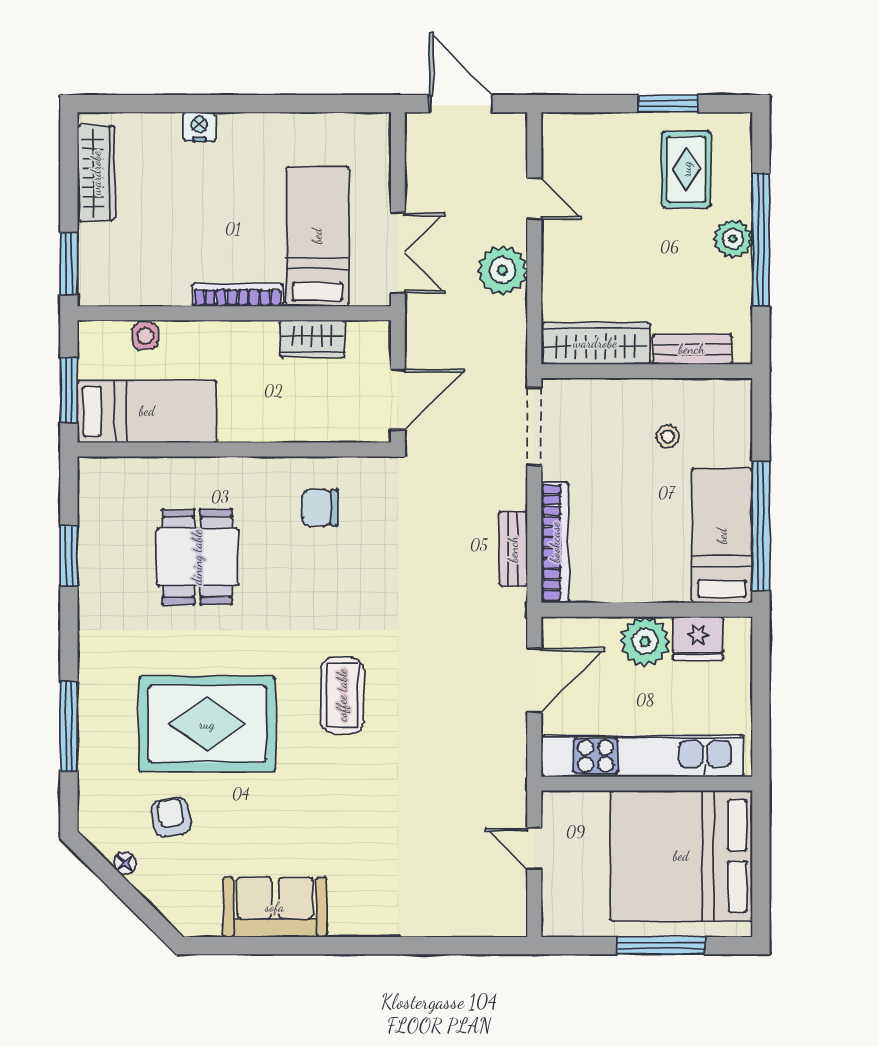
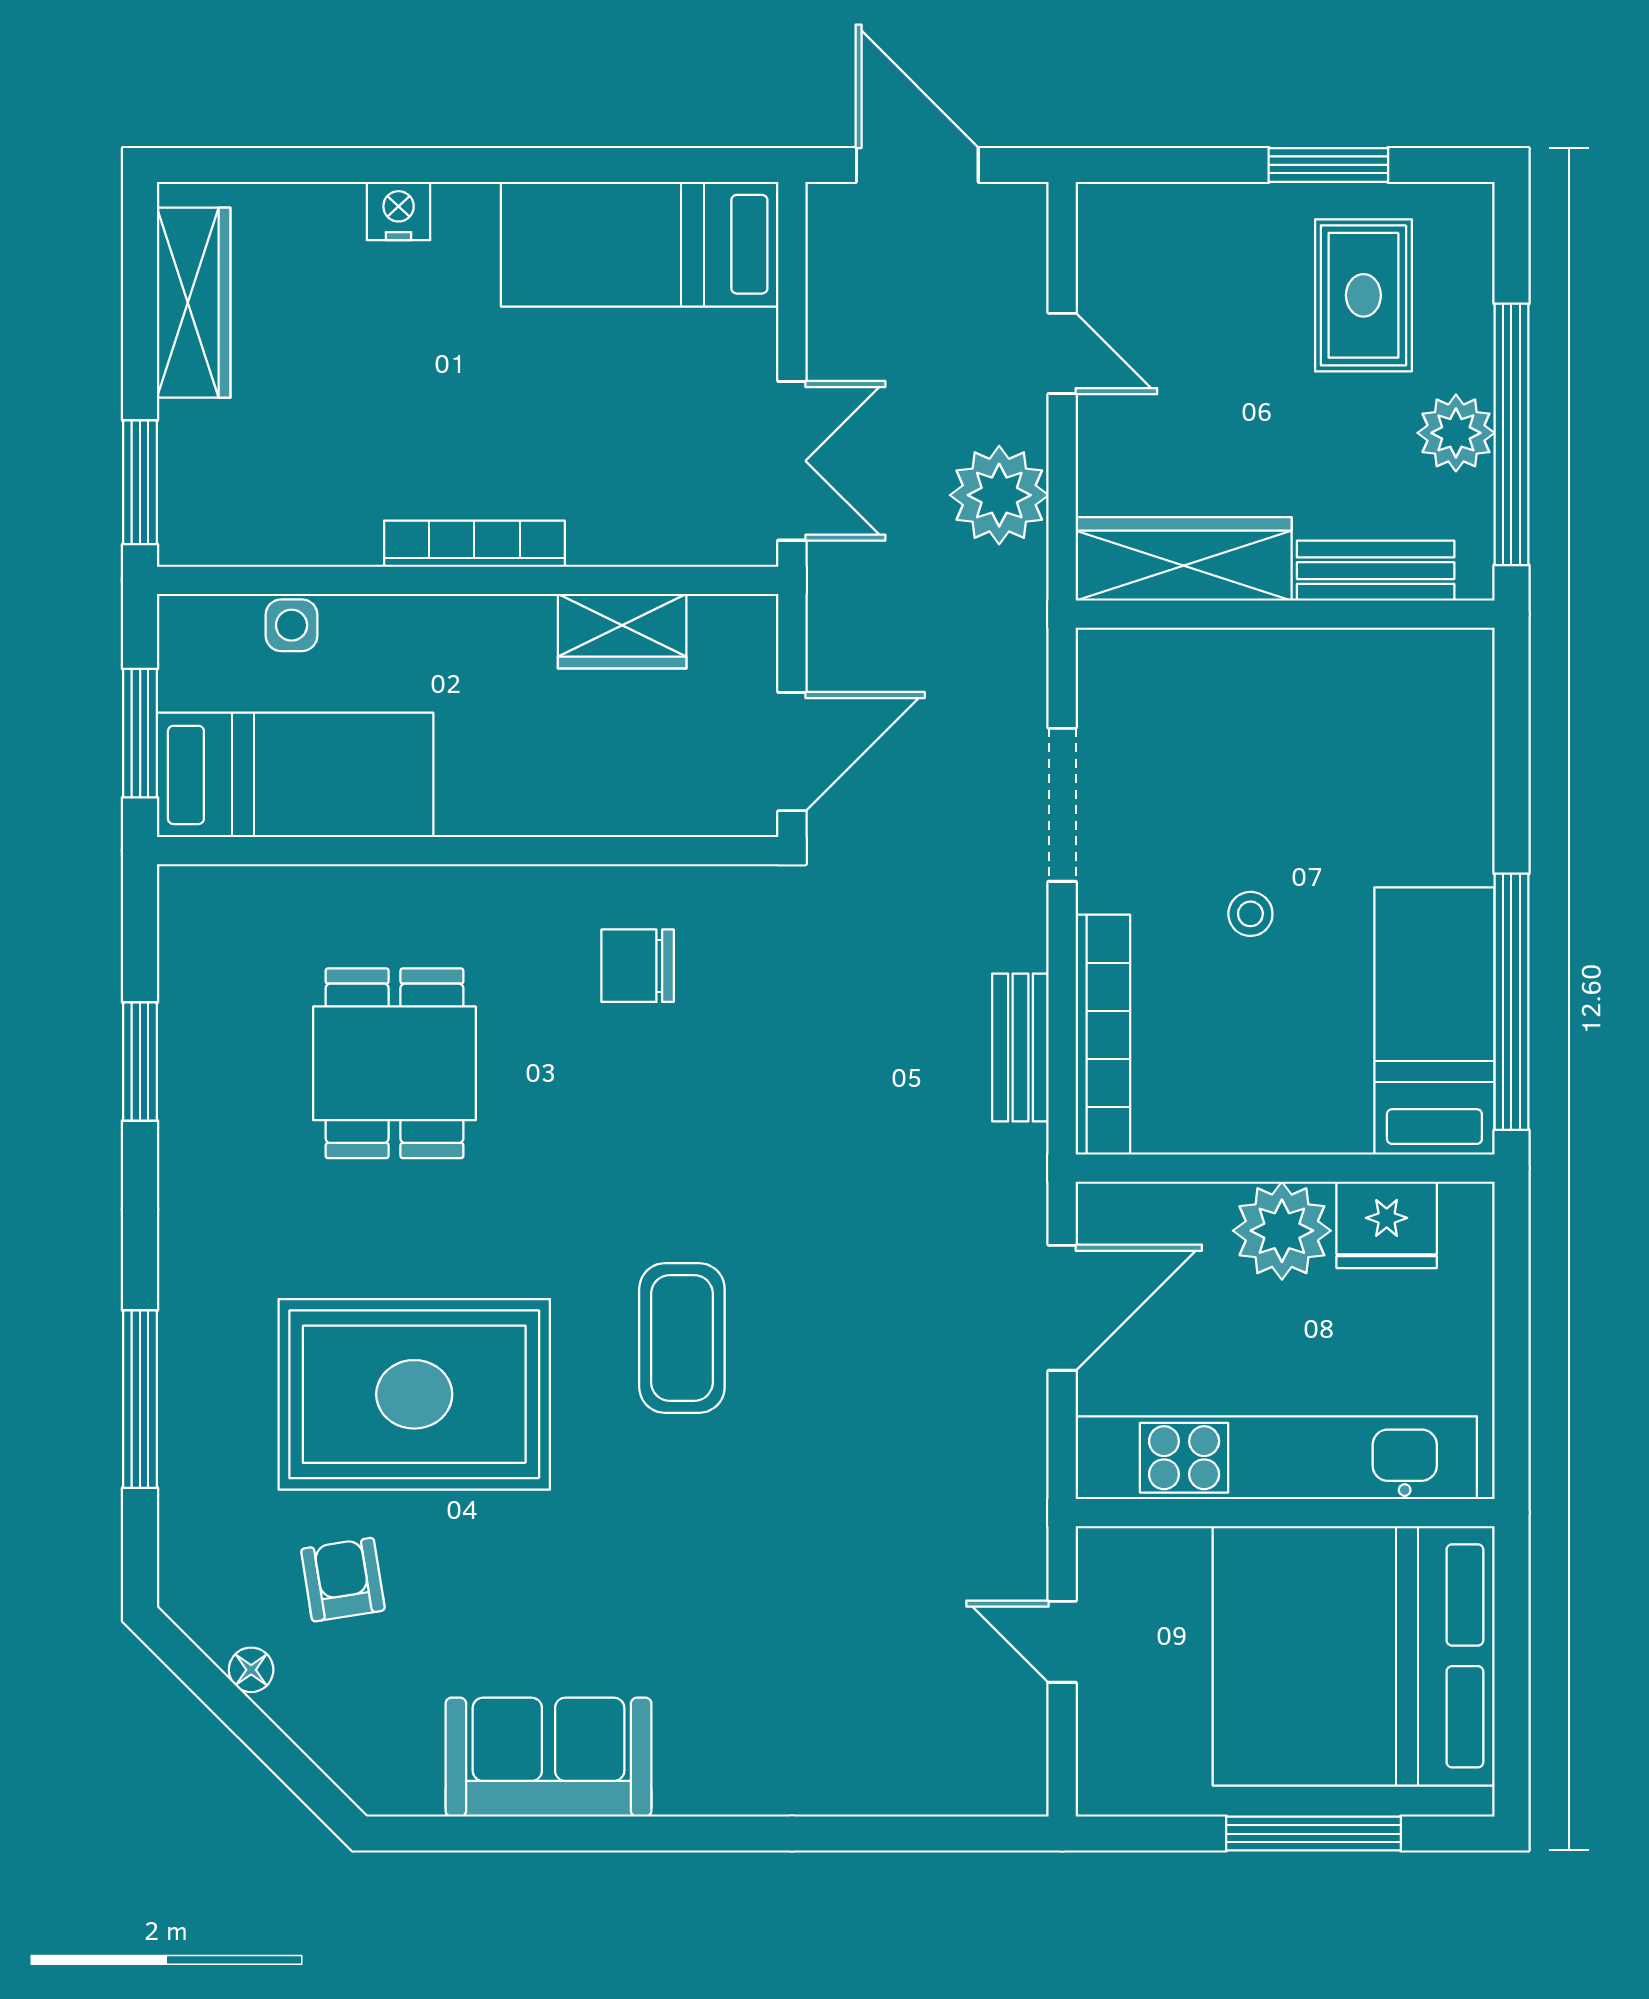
bed: (317, 236) -> (640, 244), moved, turned -90
wardrobe: (595, 343) -> (1184, 559), moved
bench: (692, 349) -> (1376, 571), moved
wall: (647, 371) -> (1285, 614), moved
stool: (668, 437) -> (1250, 914), moved

